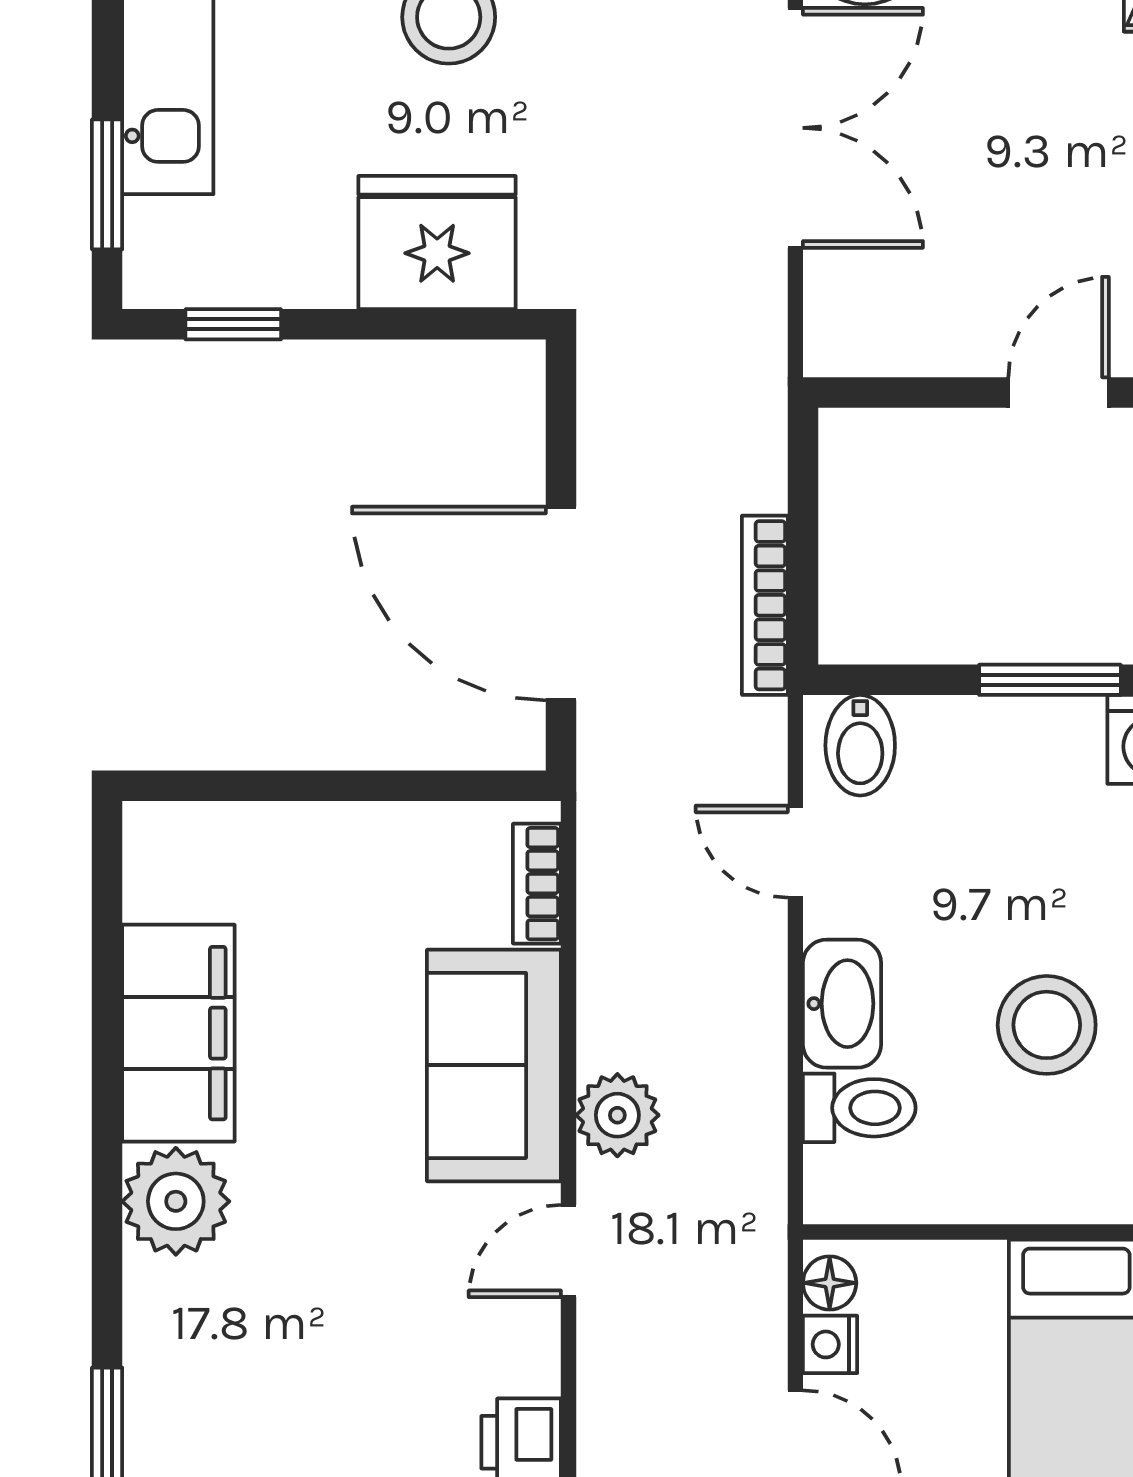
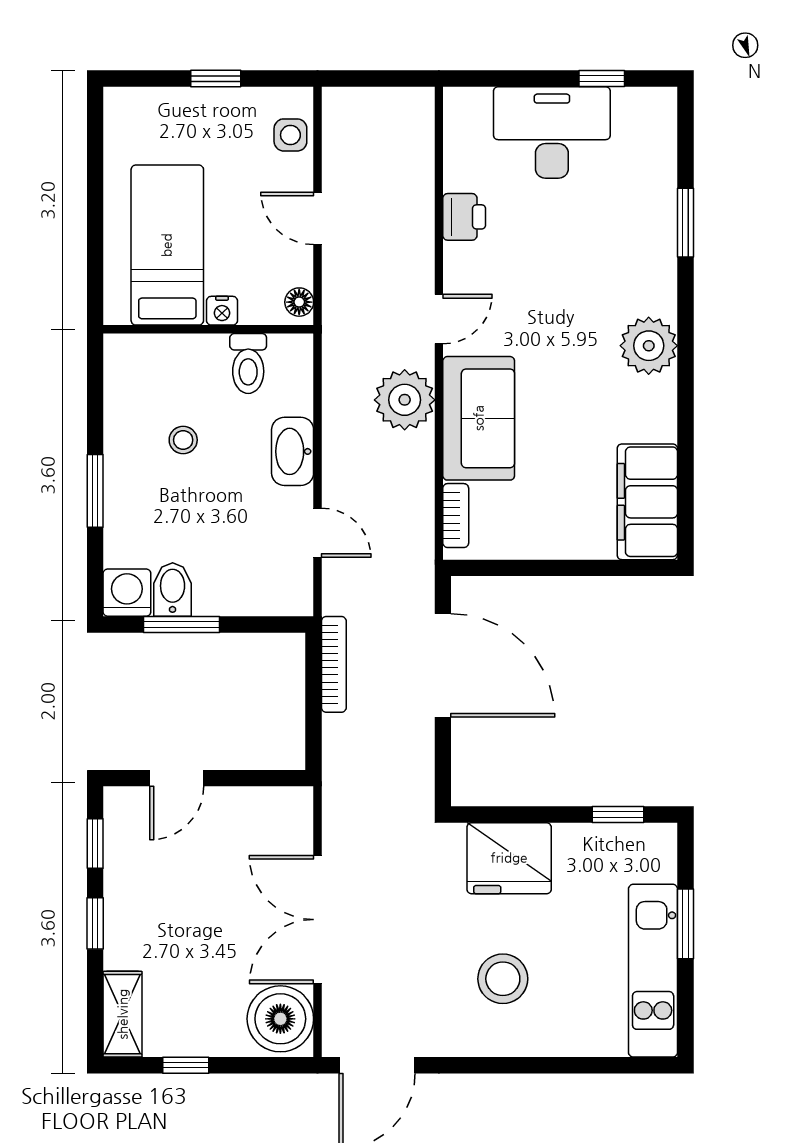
window: (107, 184) -> (685, 924), moved
bidet: (860, 745) -> (173, 590), moved
stool: (1047, 1025) -> (183, 440), width x0.53, depth x0.53
filing cabinet: (178, 1033) -> (647, 502), moved
toilet: (859, 1108) -> (248, 363), moved, turned -90
plant: (617, 1115) -> (405, 400), width x1.36, depth x1.36
nightstand: (830, 1344) -> (222, 311), moved, turned 90

